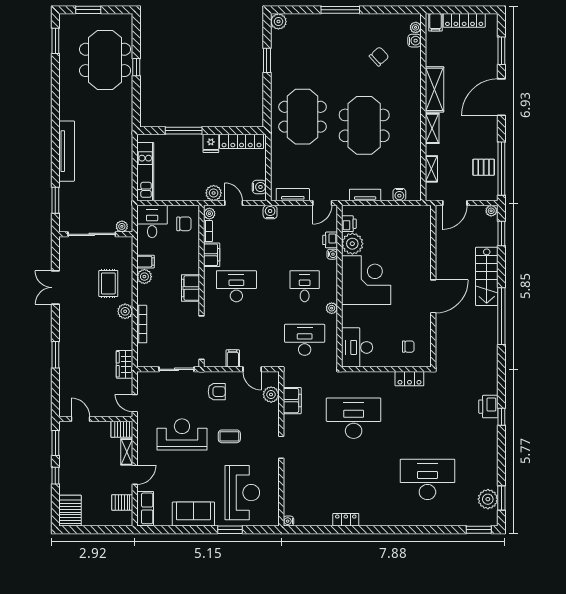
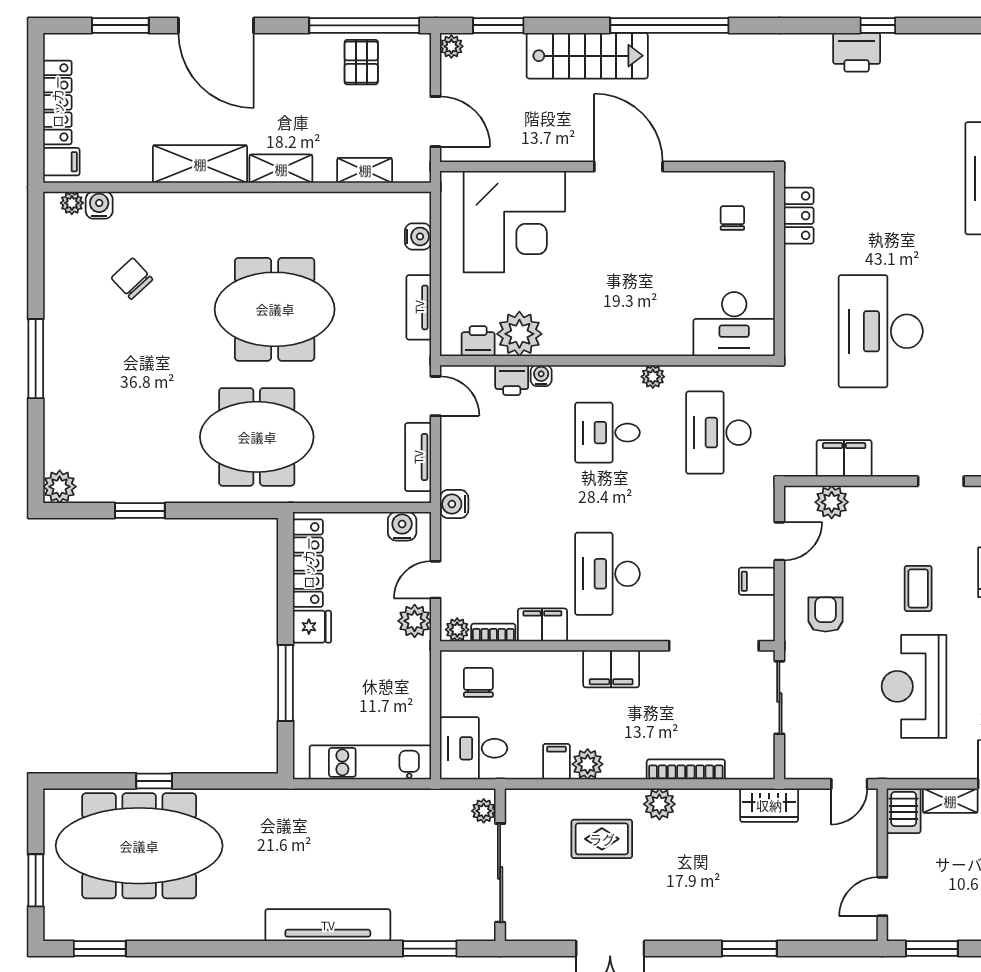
meeting table: (105, 60) -> (139, 846), width x1.36
corner desk: (366, 280) -> (514, 222), moved, turned 180

